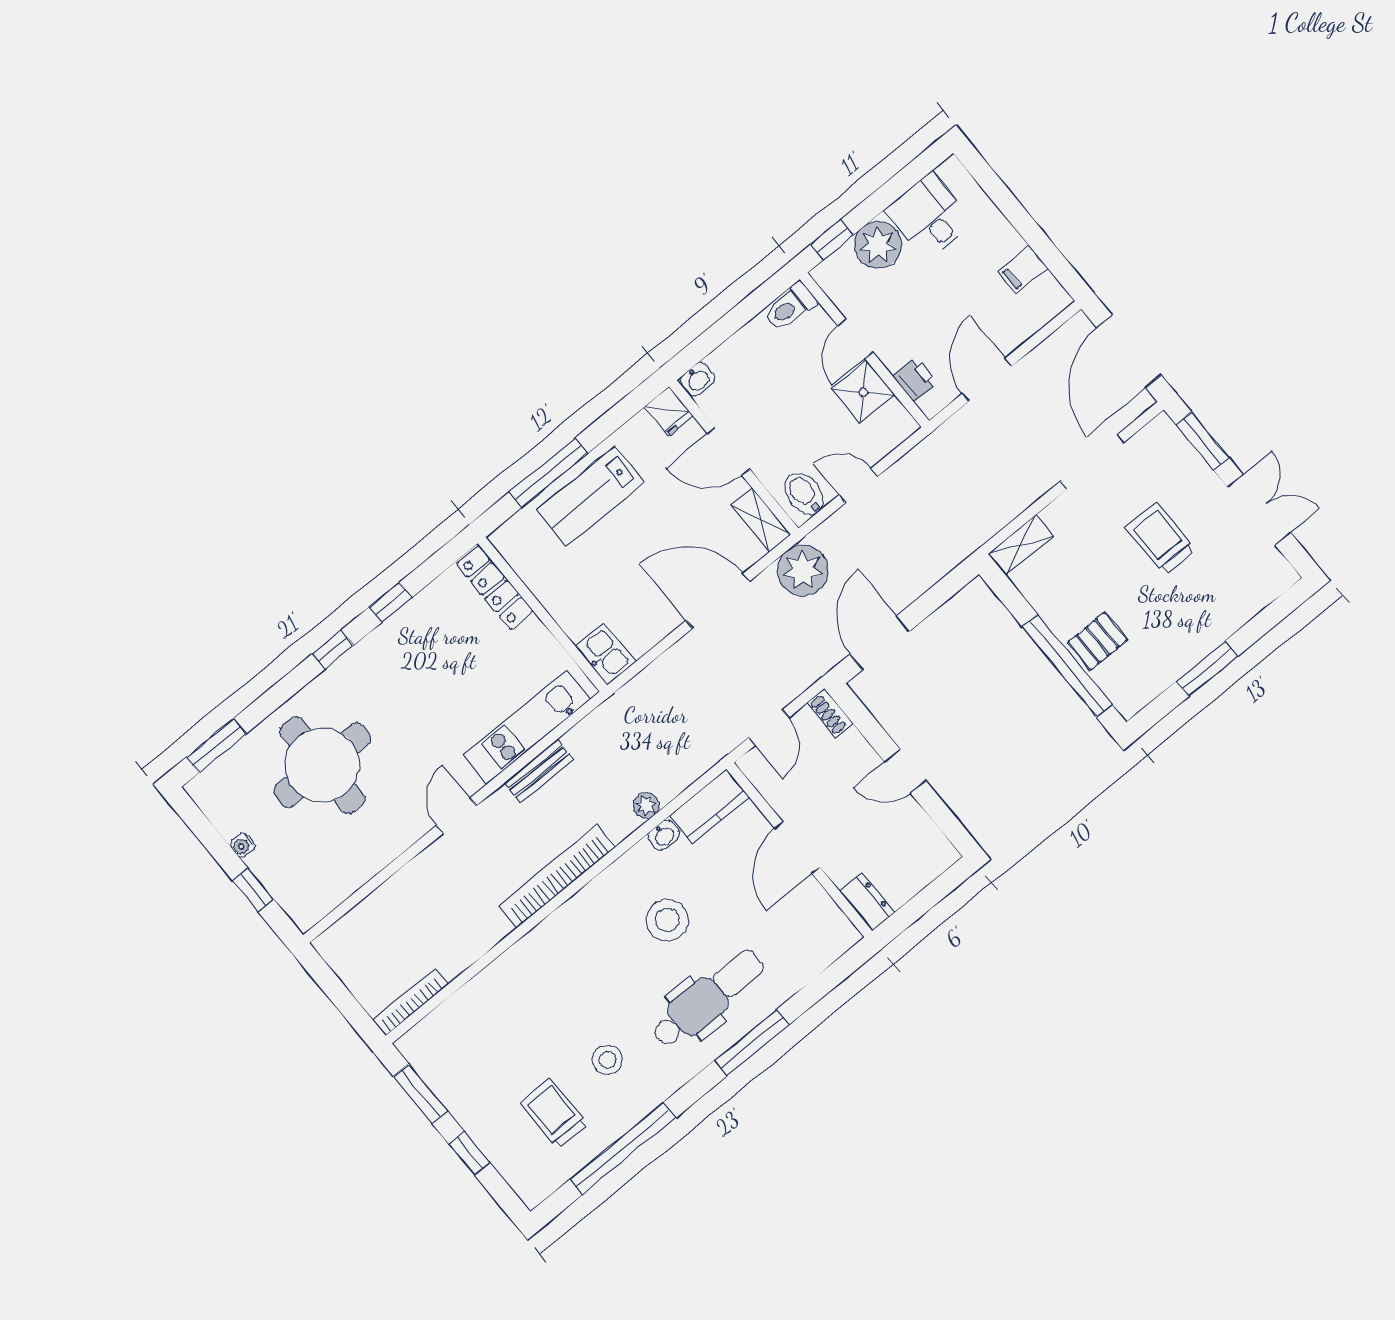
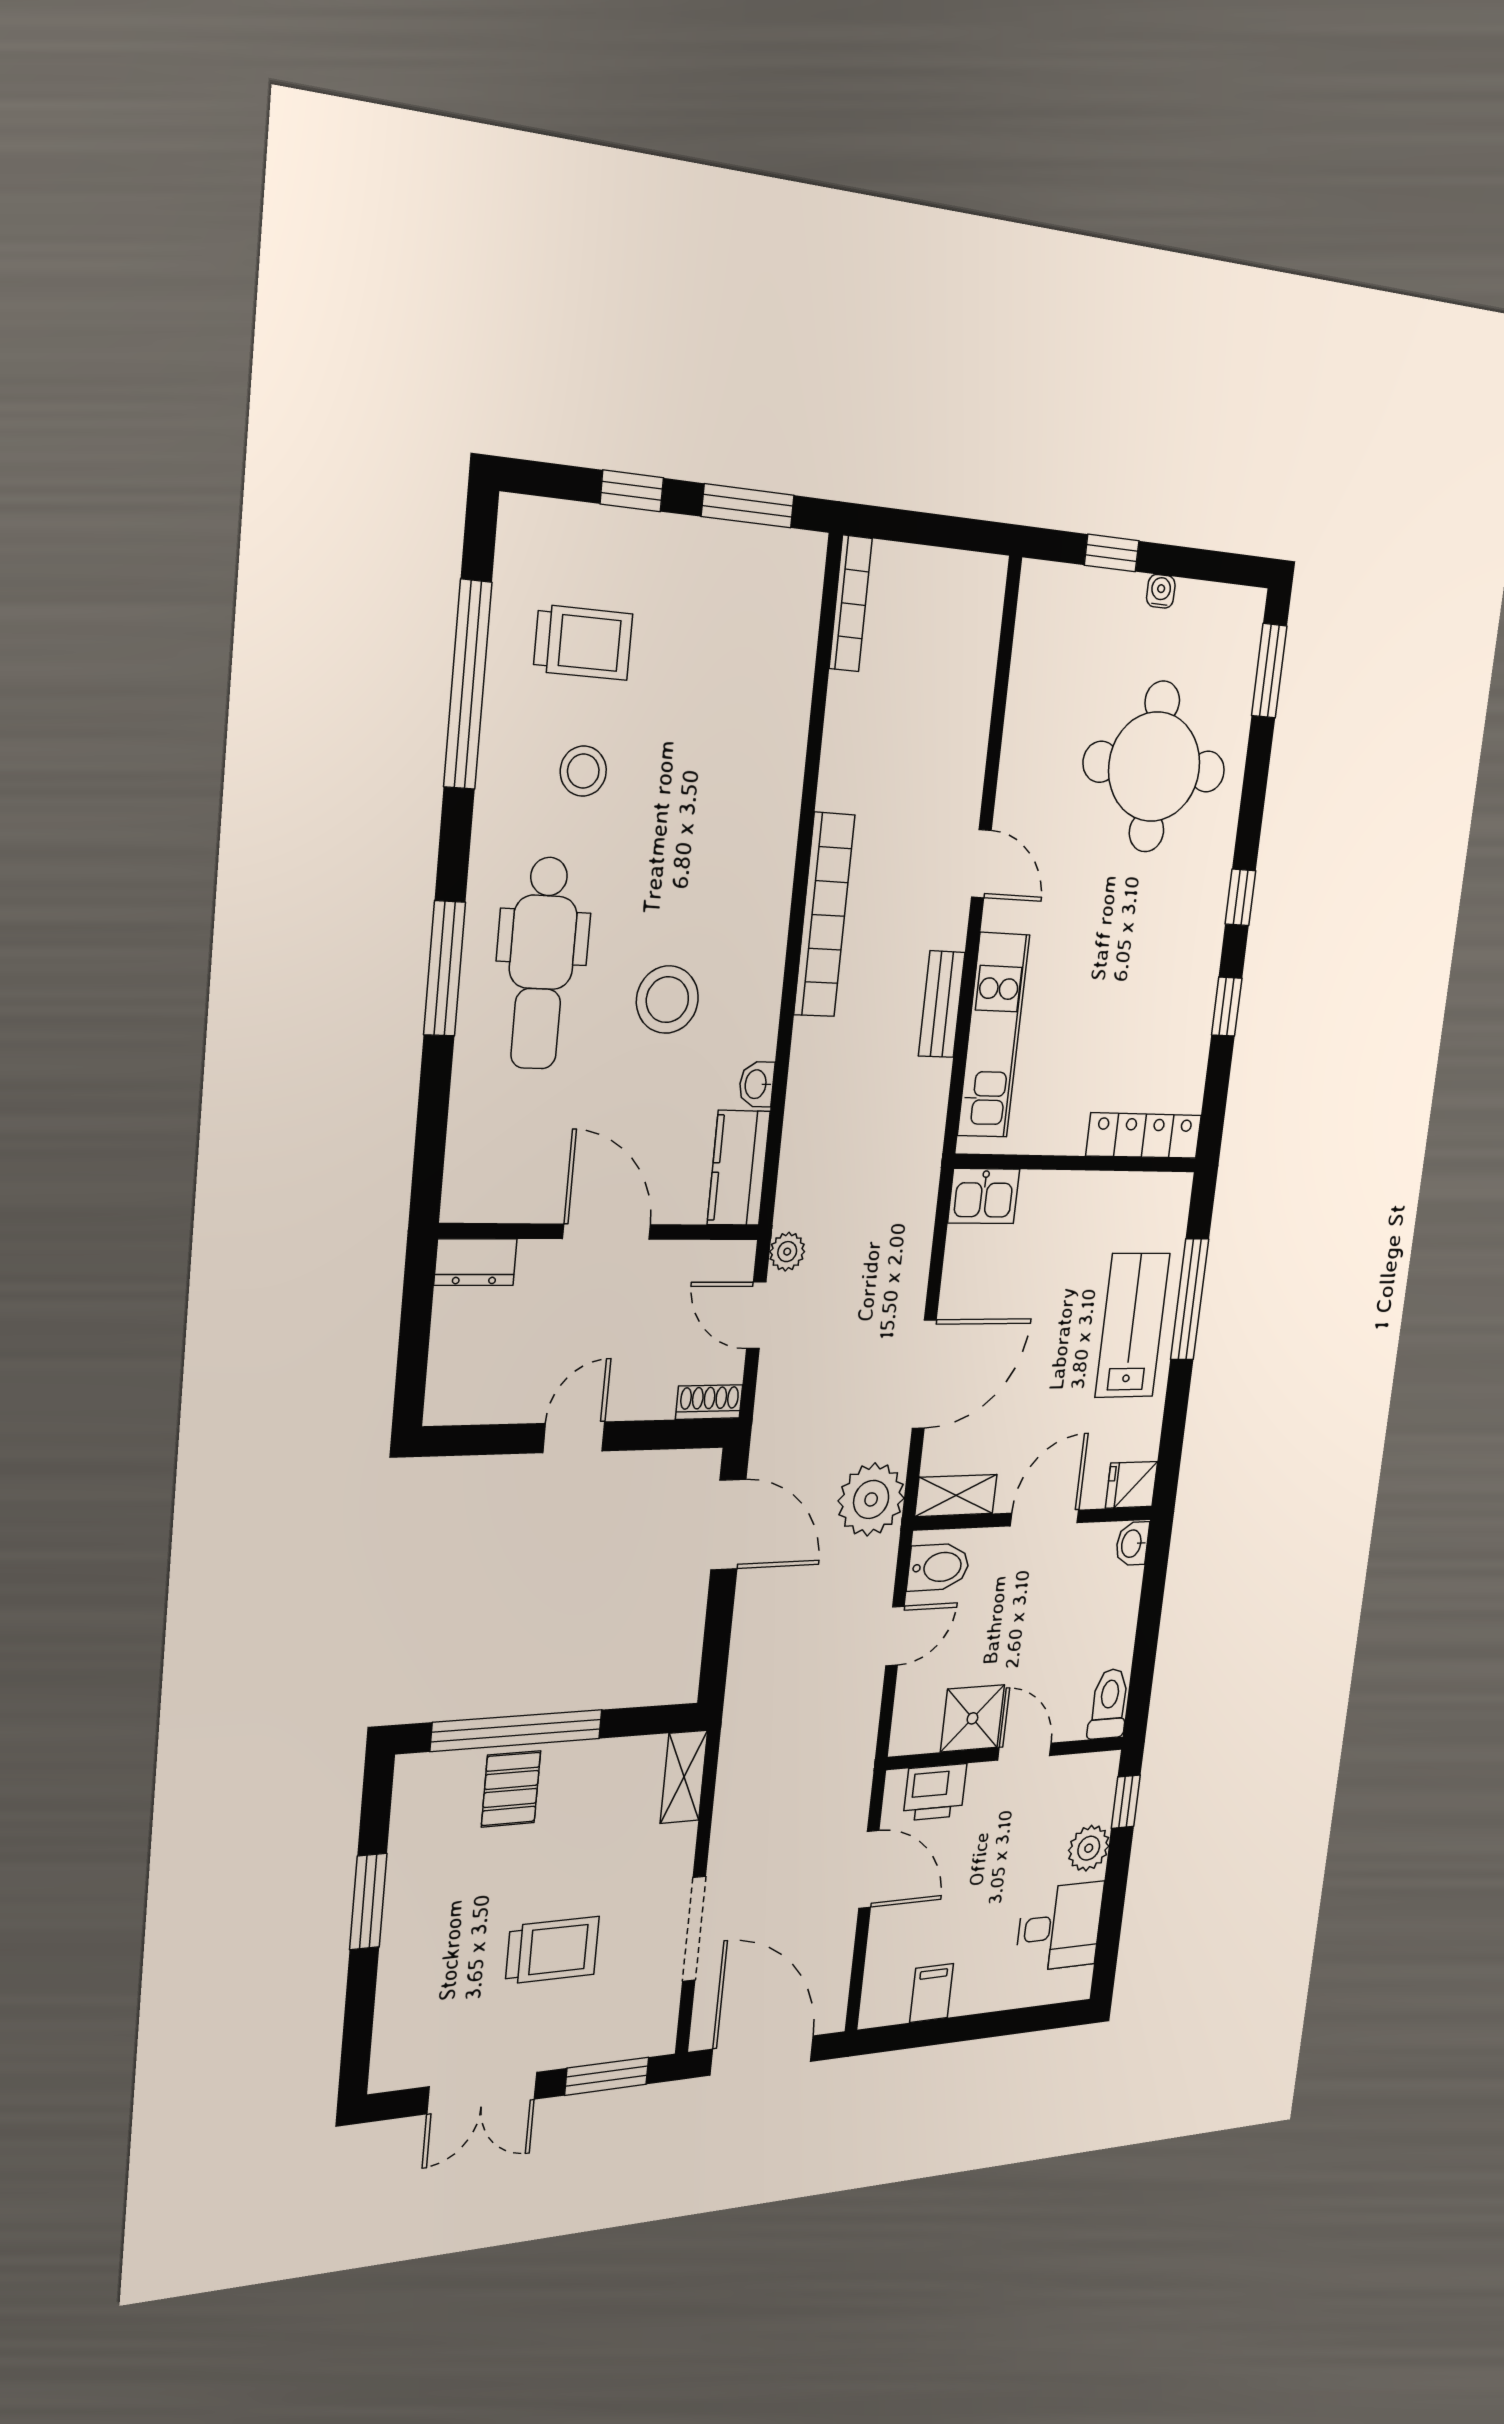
plant: (878, 245) -> (1089, 1848), width x0.73, depth x0.73
printer: (915, 380) -> (935, 1792), width x1.36, depth x1.24
plant: (646, 805) -> (787, 1252), moved

